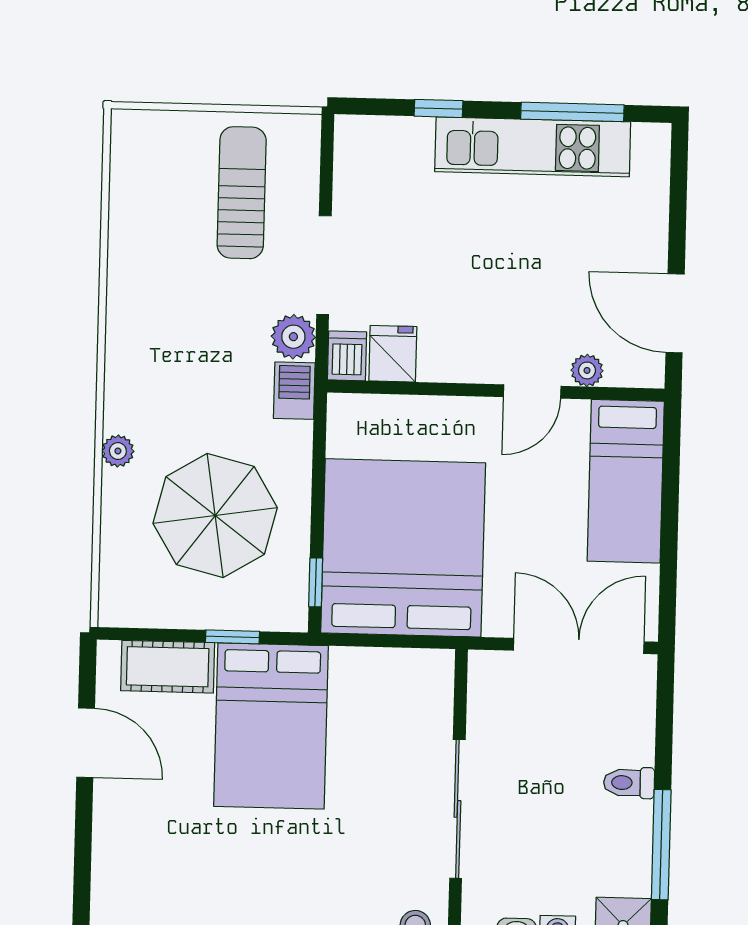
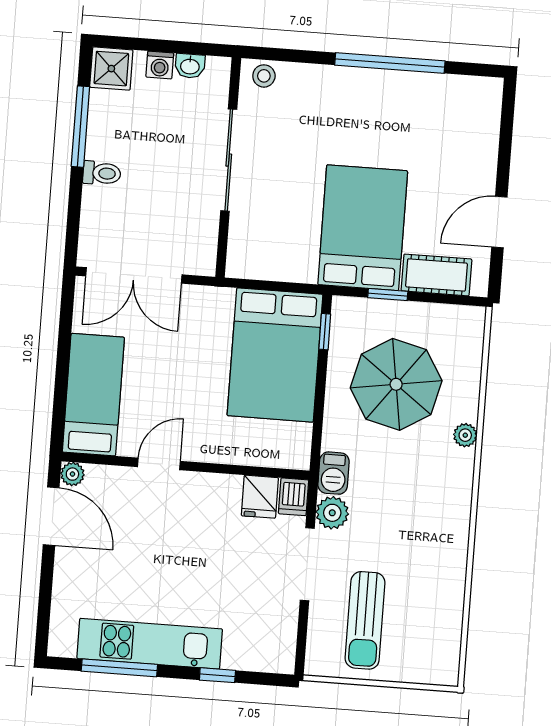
plant: (587, 370) -> (72, 474), moved
bed: (403, 548) -> (275, 355), width x0.73
door: (86, 743) -> (499, 222), hinge flipped

